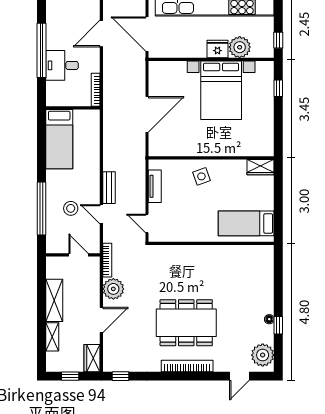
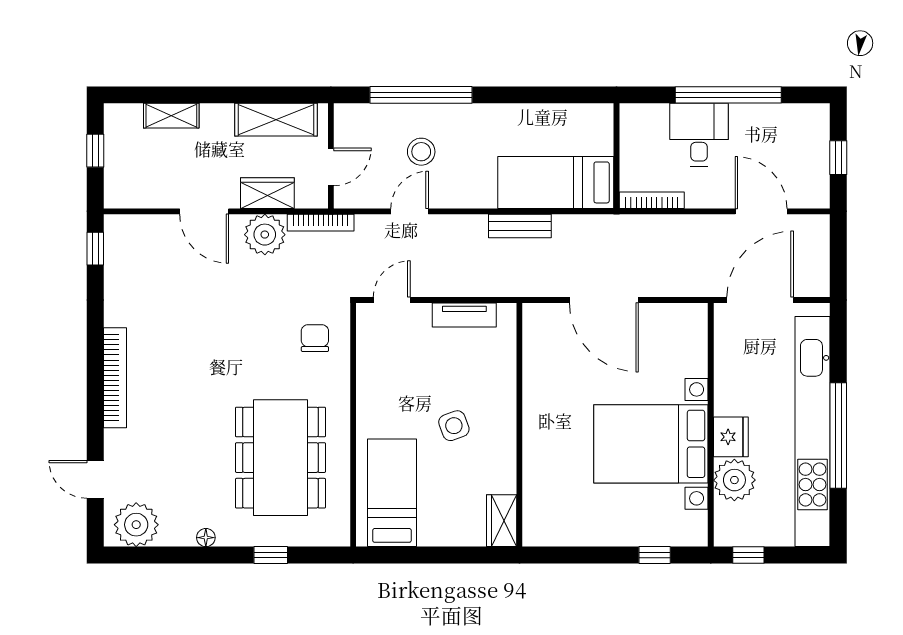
bed: (59, 139) -> (556, 182), moved
side table: (201, 176) -> (454, 426), moved
bench: (109, 188) -> (520, 226), moved
chair: (167, 263) -> (315, 338), added
shelving: (54, 300) -> (276, 120), moved
dining table: (186, 323) -> (280, 458), moved
window: (278, 325) -> (271, 555), moved
wardrobe: (92, 358) -> (267, 193), moved

